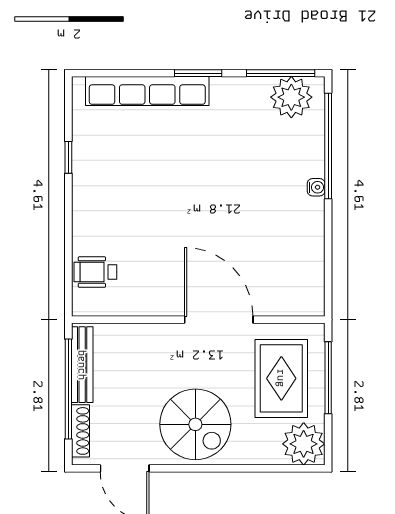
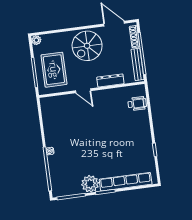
plant: (291, 97) -> (90, 184), moved
door: (219, 320) -> (83, 91), width x0.53
dresser: (151, 335) -> (110, 80), added
spiral stairs: (195, 424) -> (87, 46), turned -90
plant: (304, 444) -> (36, 40), width x0.53, depth x0.53

